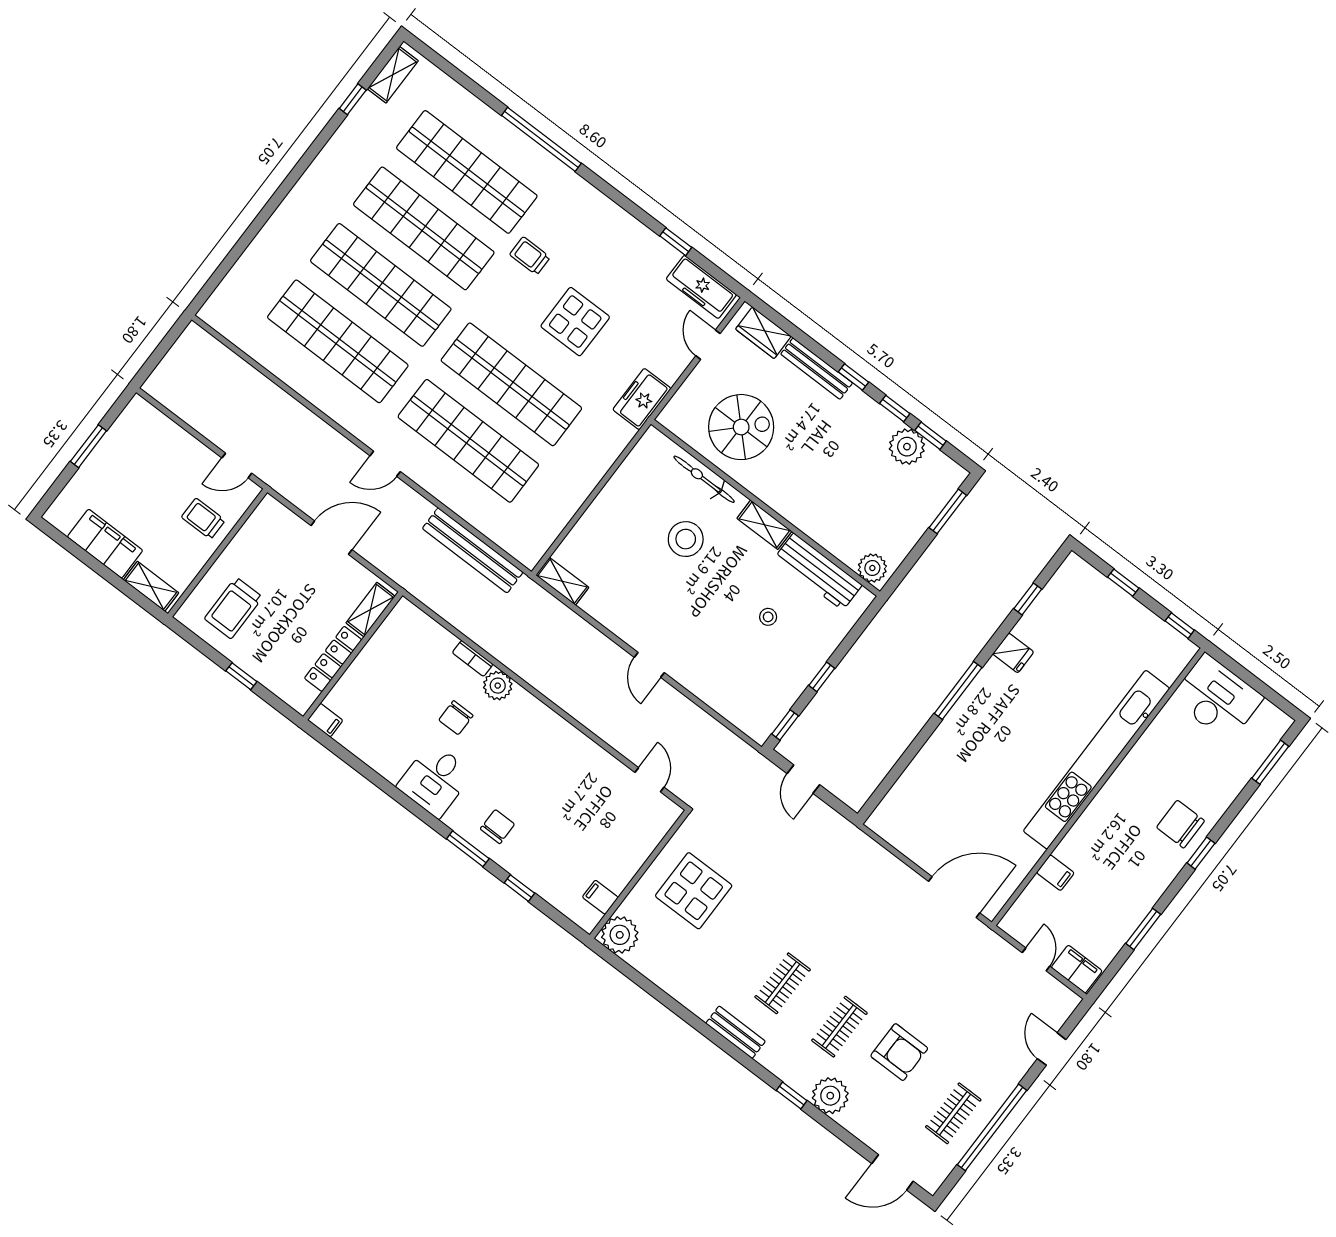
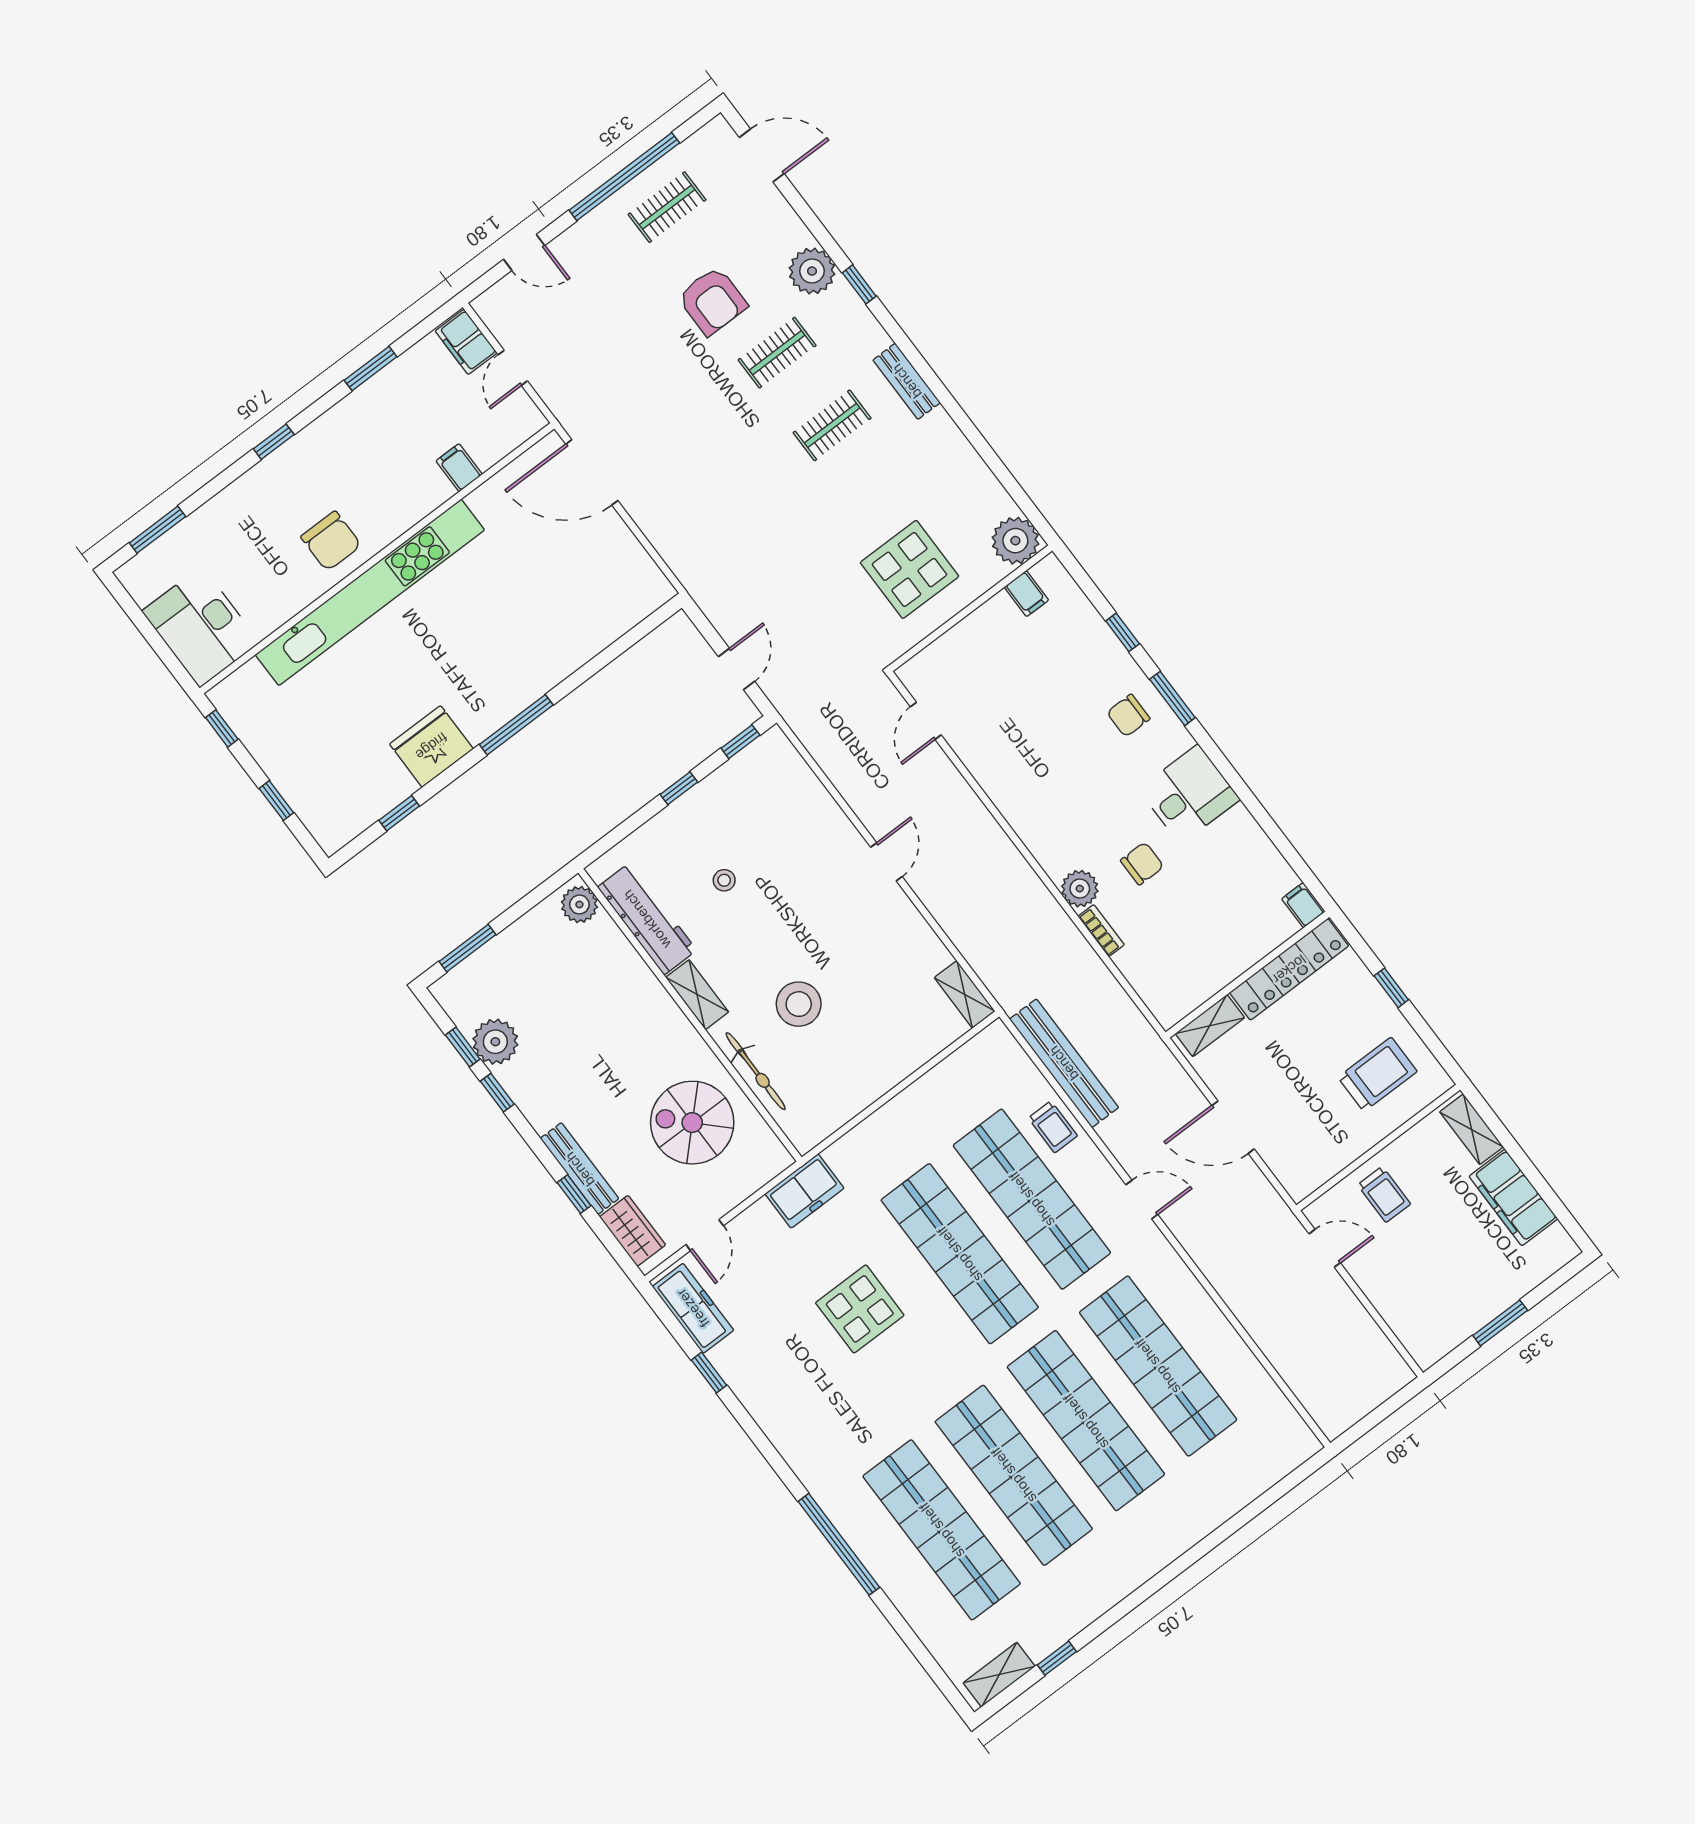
trolley: (530, 256) -> (1053, 1127), moved
window: (853, 377) -> (574, 1194), moved
fridge: (1013, 653) -> (431, 746), width x1.88, depth x1.34
locker: (333, 659) -> (1289, 969), width x1.41, depth x1.21
chair: (1180, 824) -> (331, 541), moved
door: (1052, 1049) -> (524, 252), hinge flipped
armchair: (899, 1052) -> (712, 301), turned 180

